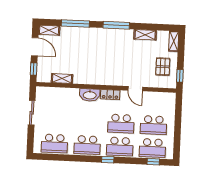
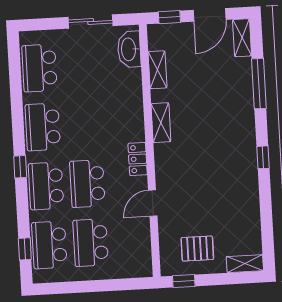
window: (116, 25) -> (263, 157), width x0.46
shelving: (145, 35) -> (161, 123), moved
washbasin: (90, 95) -> (129, 49), moved

